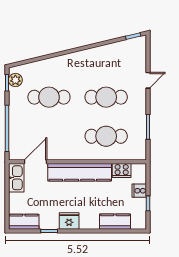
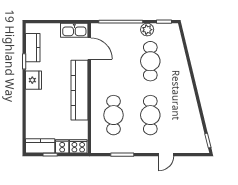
plant: (15, 80) -> (147, 30), moved
door: (148, 80) -> (166, 155), hinge flipped
cooker: (122, 170) -> (78, 146), moved, turned 90
kitchen counter: (24, 222) -> (33, 48), moved
kitchen counter: (115, 222) -> (40, 146), moved, turned -90

